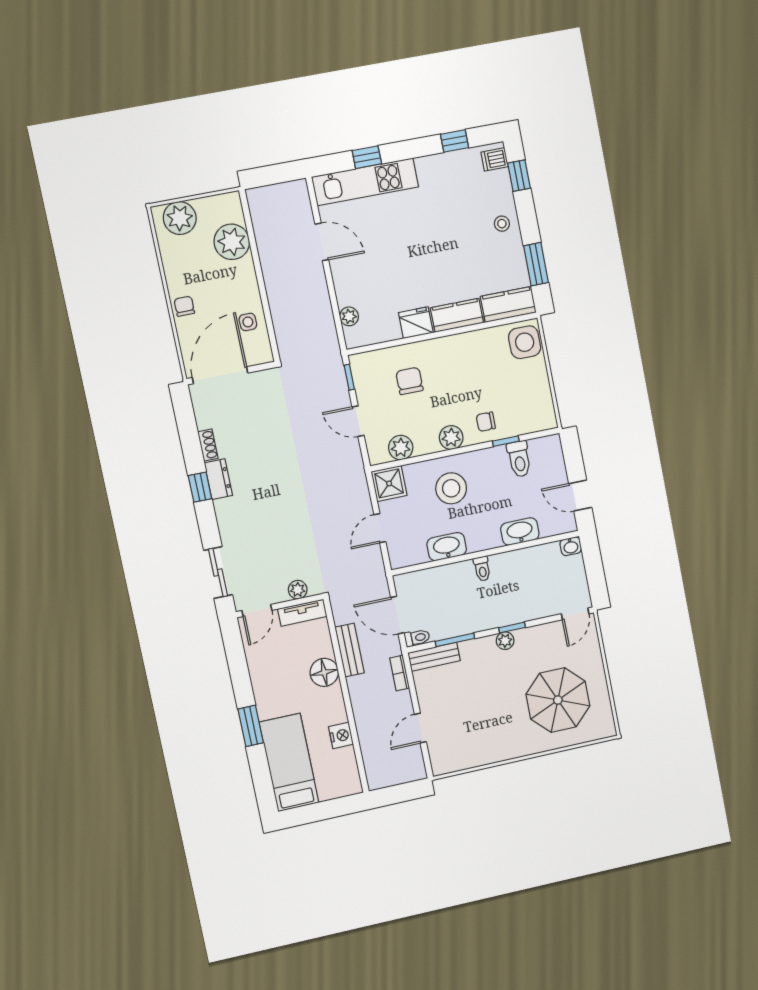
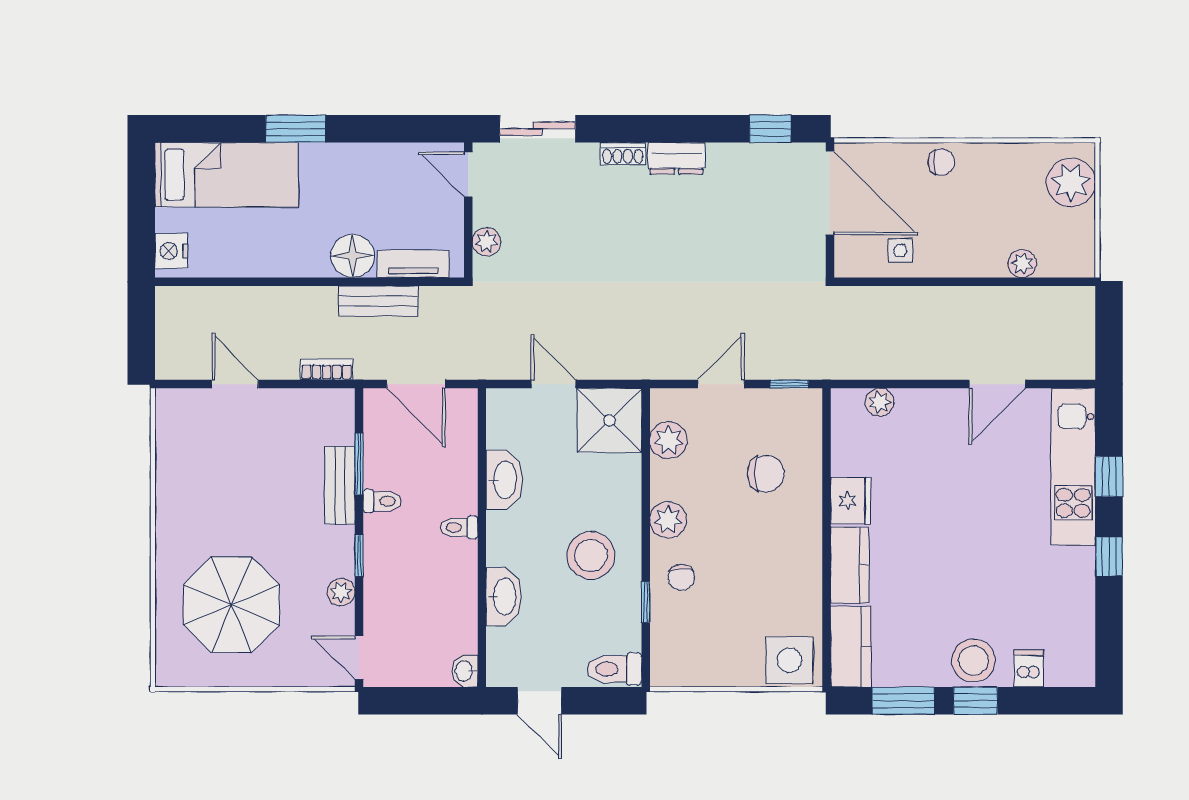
window: (455, 141) -> (1109, 556), moved
dishwasher: (495, 159) -> (1029, 668), moved
window: (519, 176) -> (975, 701), moved
stool: (502, 224) -> (973, 661), width x1.89, depth x1.89
plant: (232, 242) -> (1022, 264), width x0.53, depth x0.53
chair: (486, 422) -> (681, 577), turned 180
shoe rack: (208, 445) -> (623, 154), moved
toilet: (519, 459) -> (614, 669), moved
shower: (389, 483) -> (609, 420), width x1.36, depth x1.36
window: (200, 487) -> (770, 129), moved
stool: (451, 488) -> (591, 555), moved
door: (580, 496) -> (539, 701), swing flipped
tv unit: (302, 613) -> (413, 264), moved, turned 90
door: (397, 615) -> (416, 384), swing flipped
toilet: (417, 638) -> (382, 501), moved, turned -90
plant: (505, 641) -> (341, 592), moved
bench: (434, 657) -> (340, 485), moved
nightstand: (341, 736) -> (171, 251), moved, turned 90

